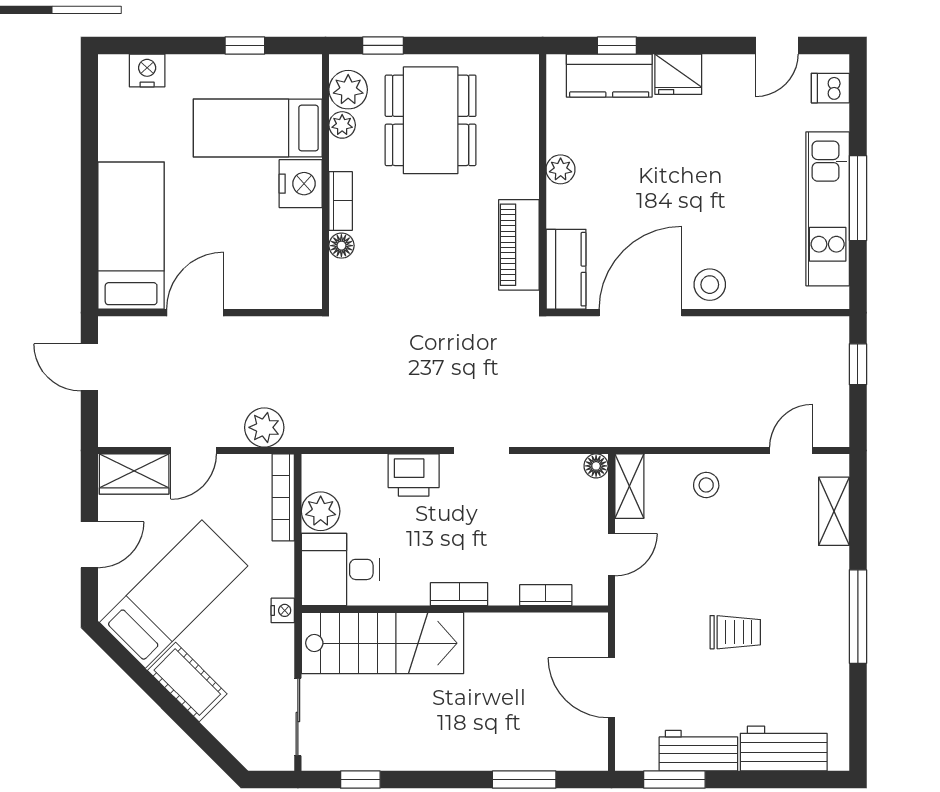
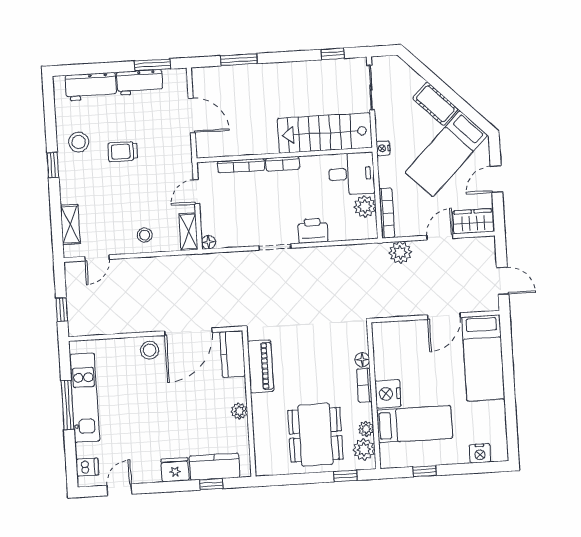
bookcase: (546, 595) -> (241, 166), width x1.56
window: (858, 617) -> (53, 165), width x0.46
stool: (811, 653) -> (79, 142), added

